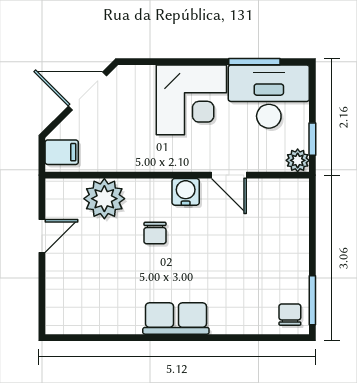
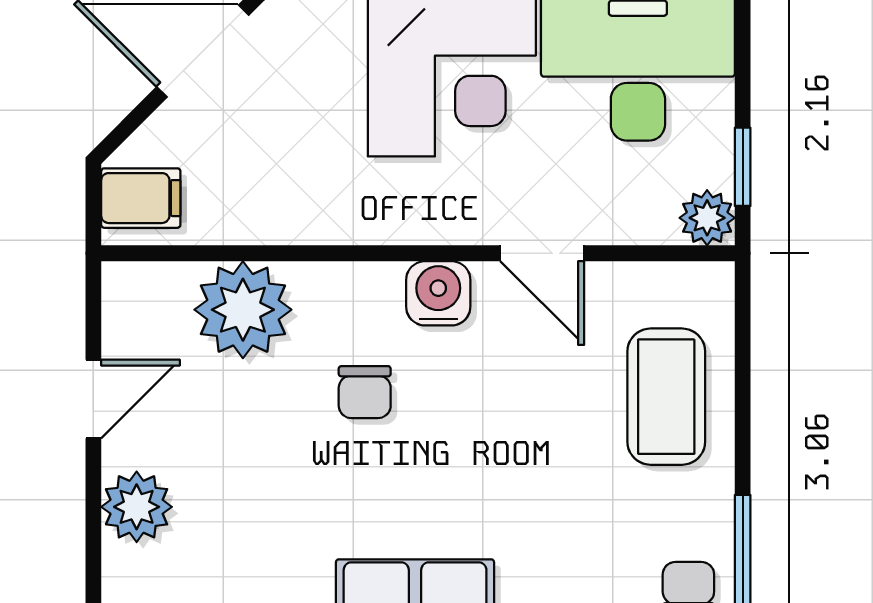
coffee table: (281, 235) -> (666, 397), added
plant: (60, 281) -> (137, 507), added

